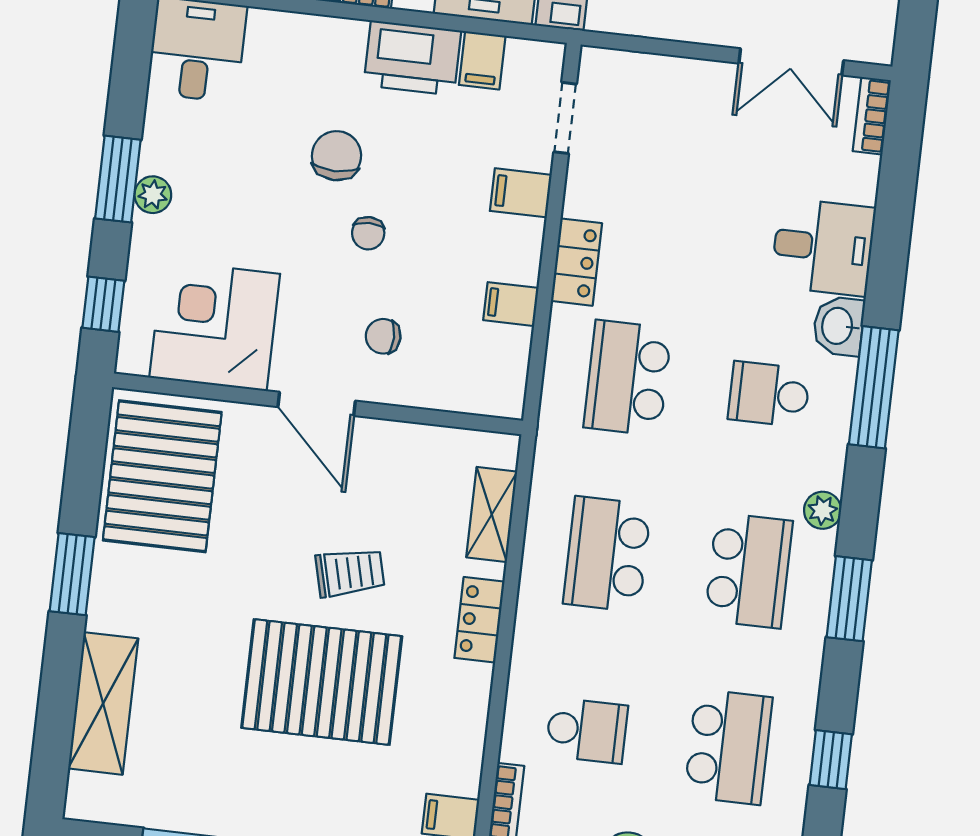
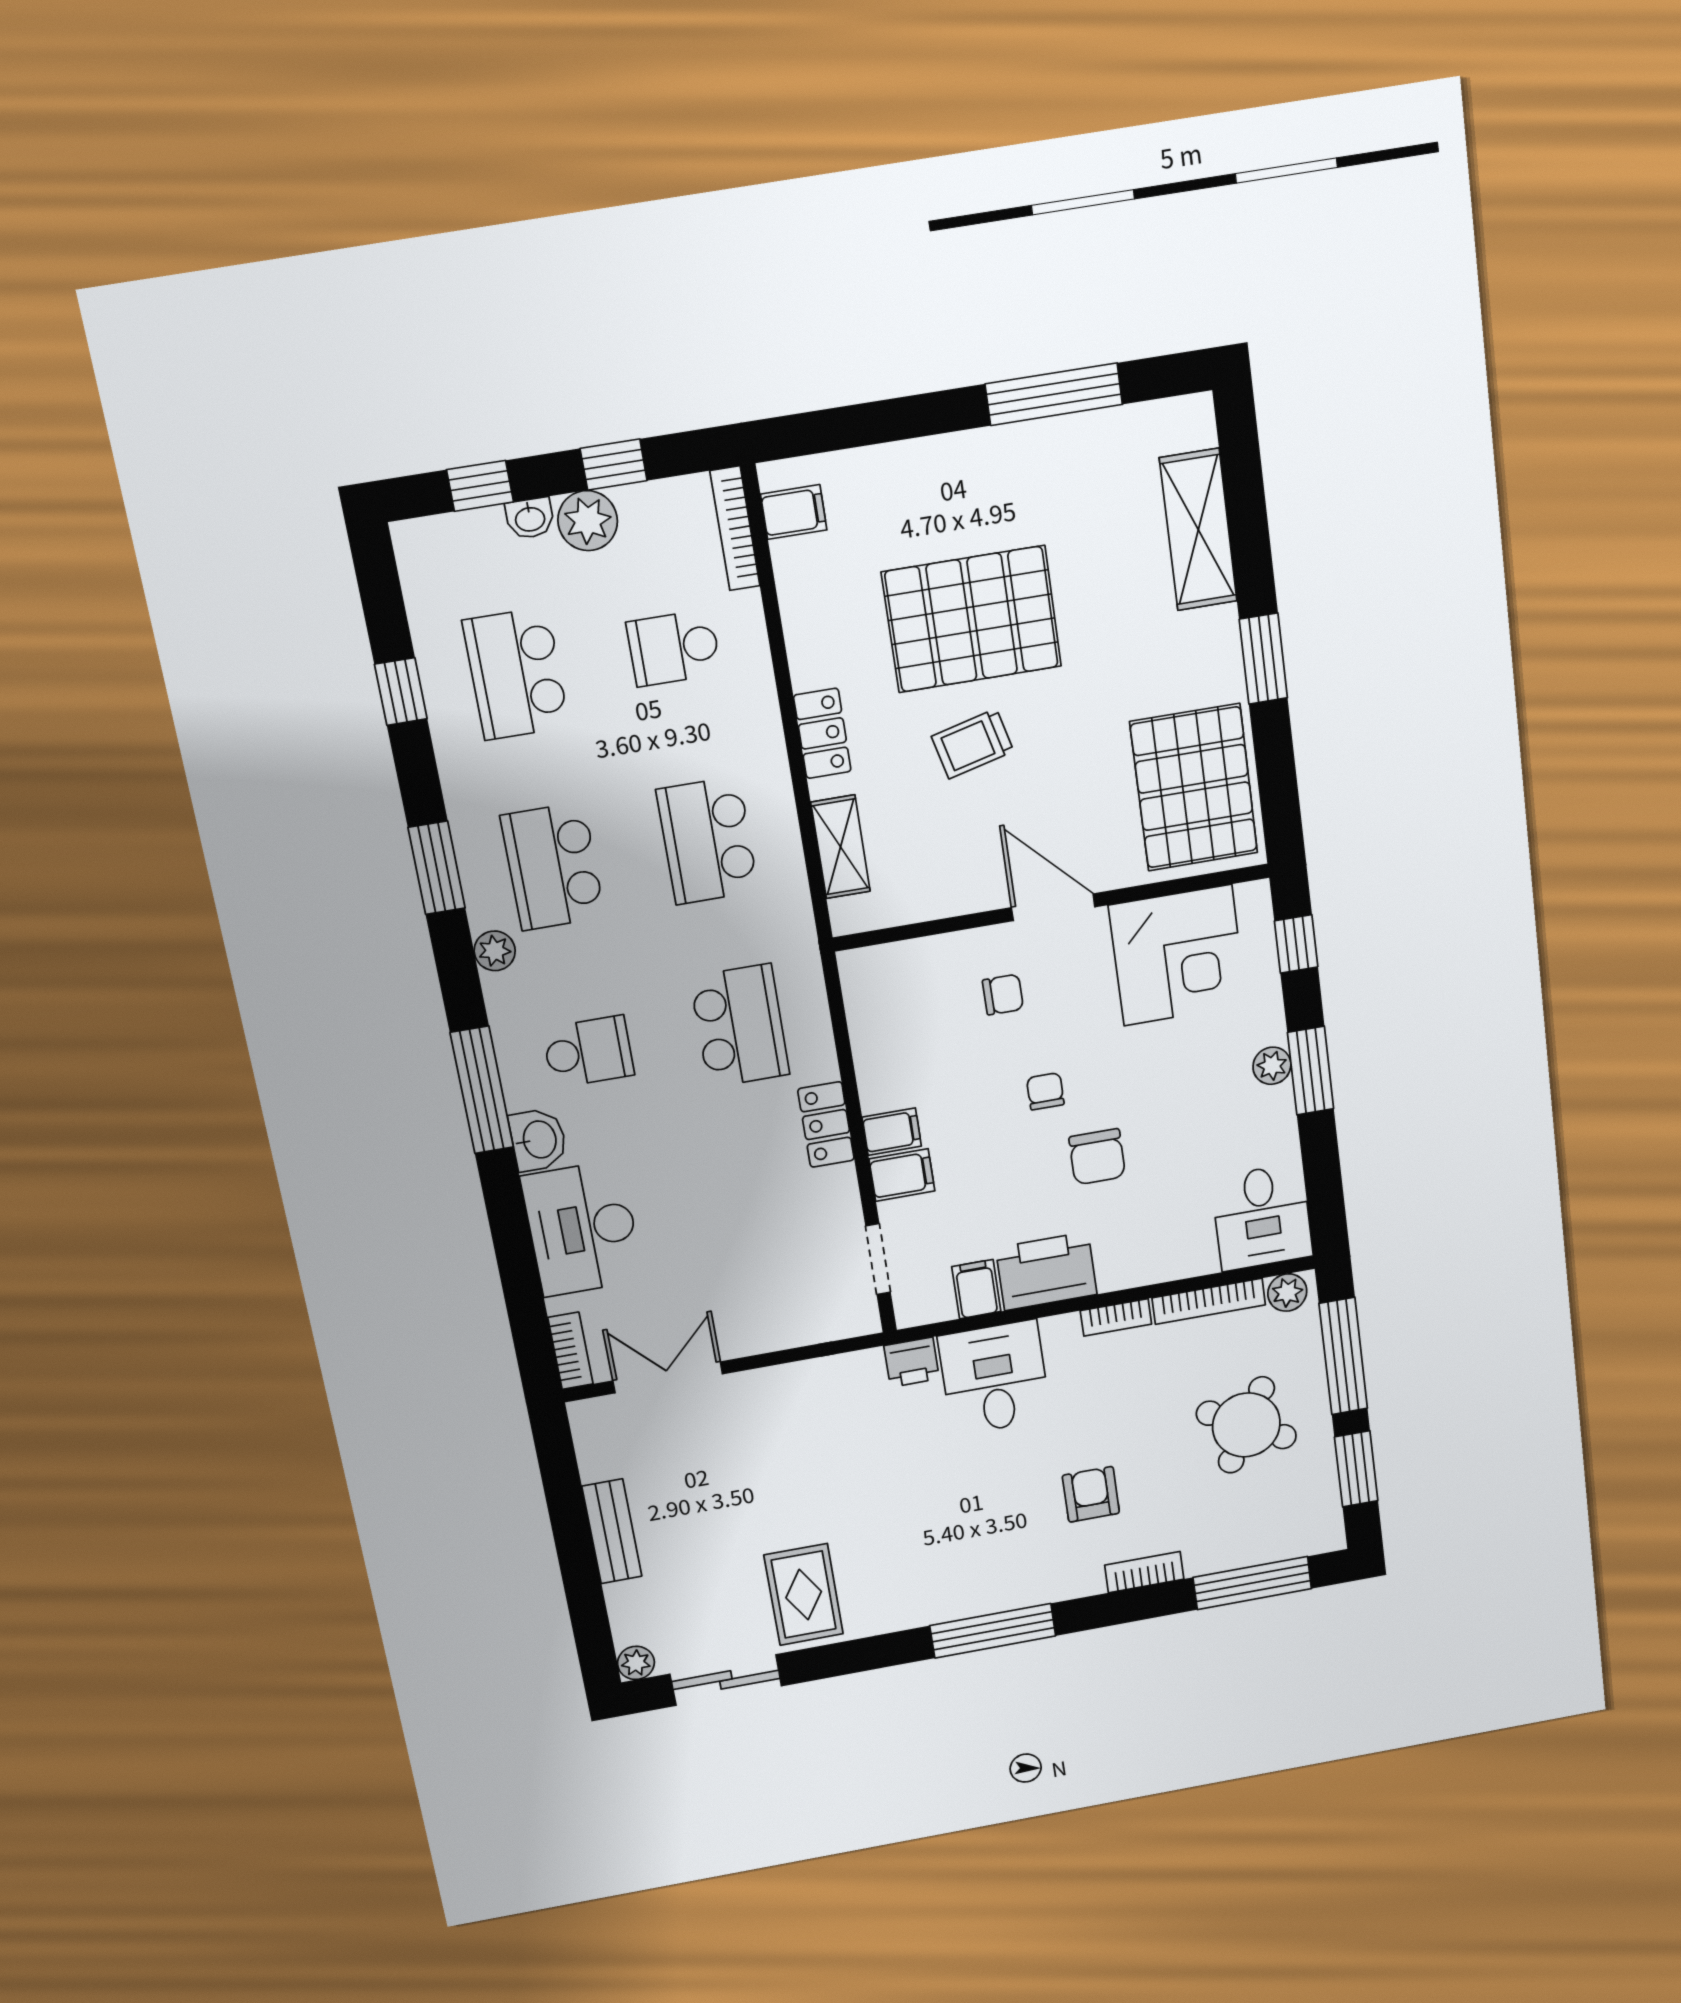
desk: (823, 247) -> (582, 1229), width x1.37
filing cabinet: (511, 304) -> (892, 1132), moved
school desk: (607, 554) -> (707, 841), turned 180

